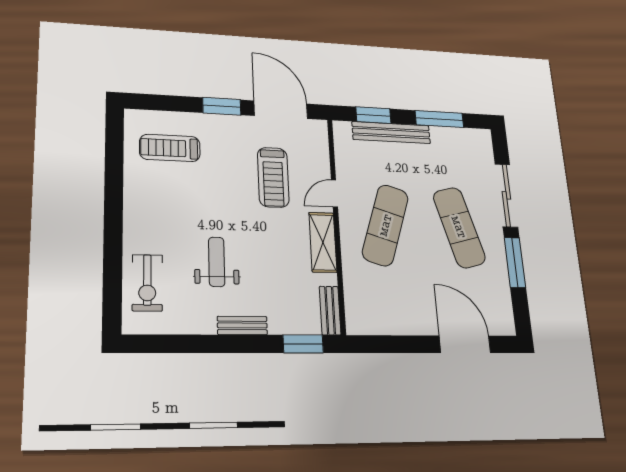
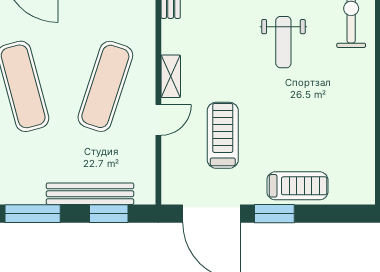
treadmill: (170, 148) -> (297, 186), moved
shelving: (323, 242) -> (171, 76), width x0.67, depth x0.75

